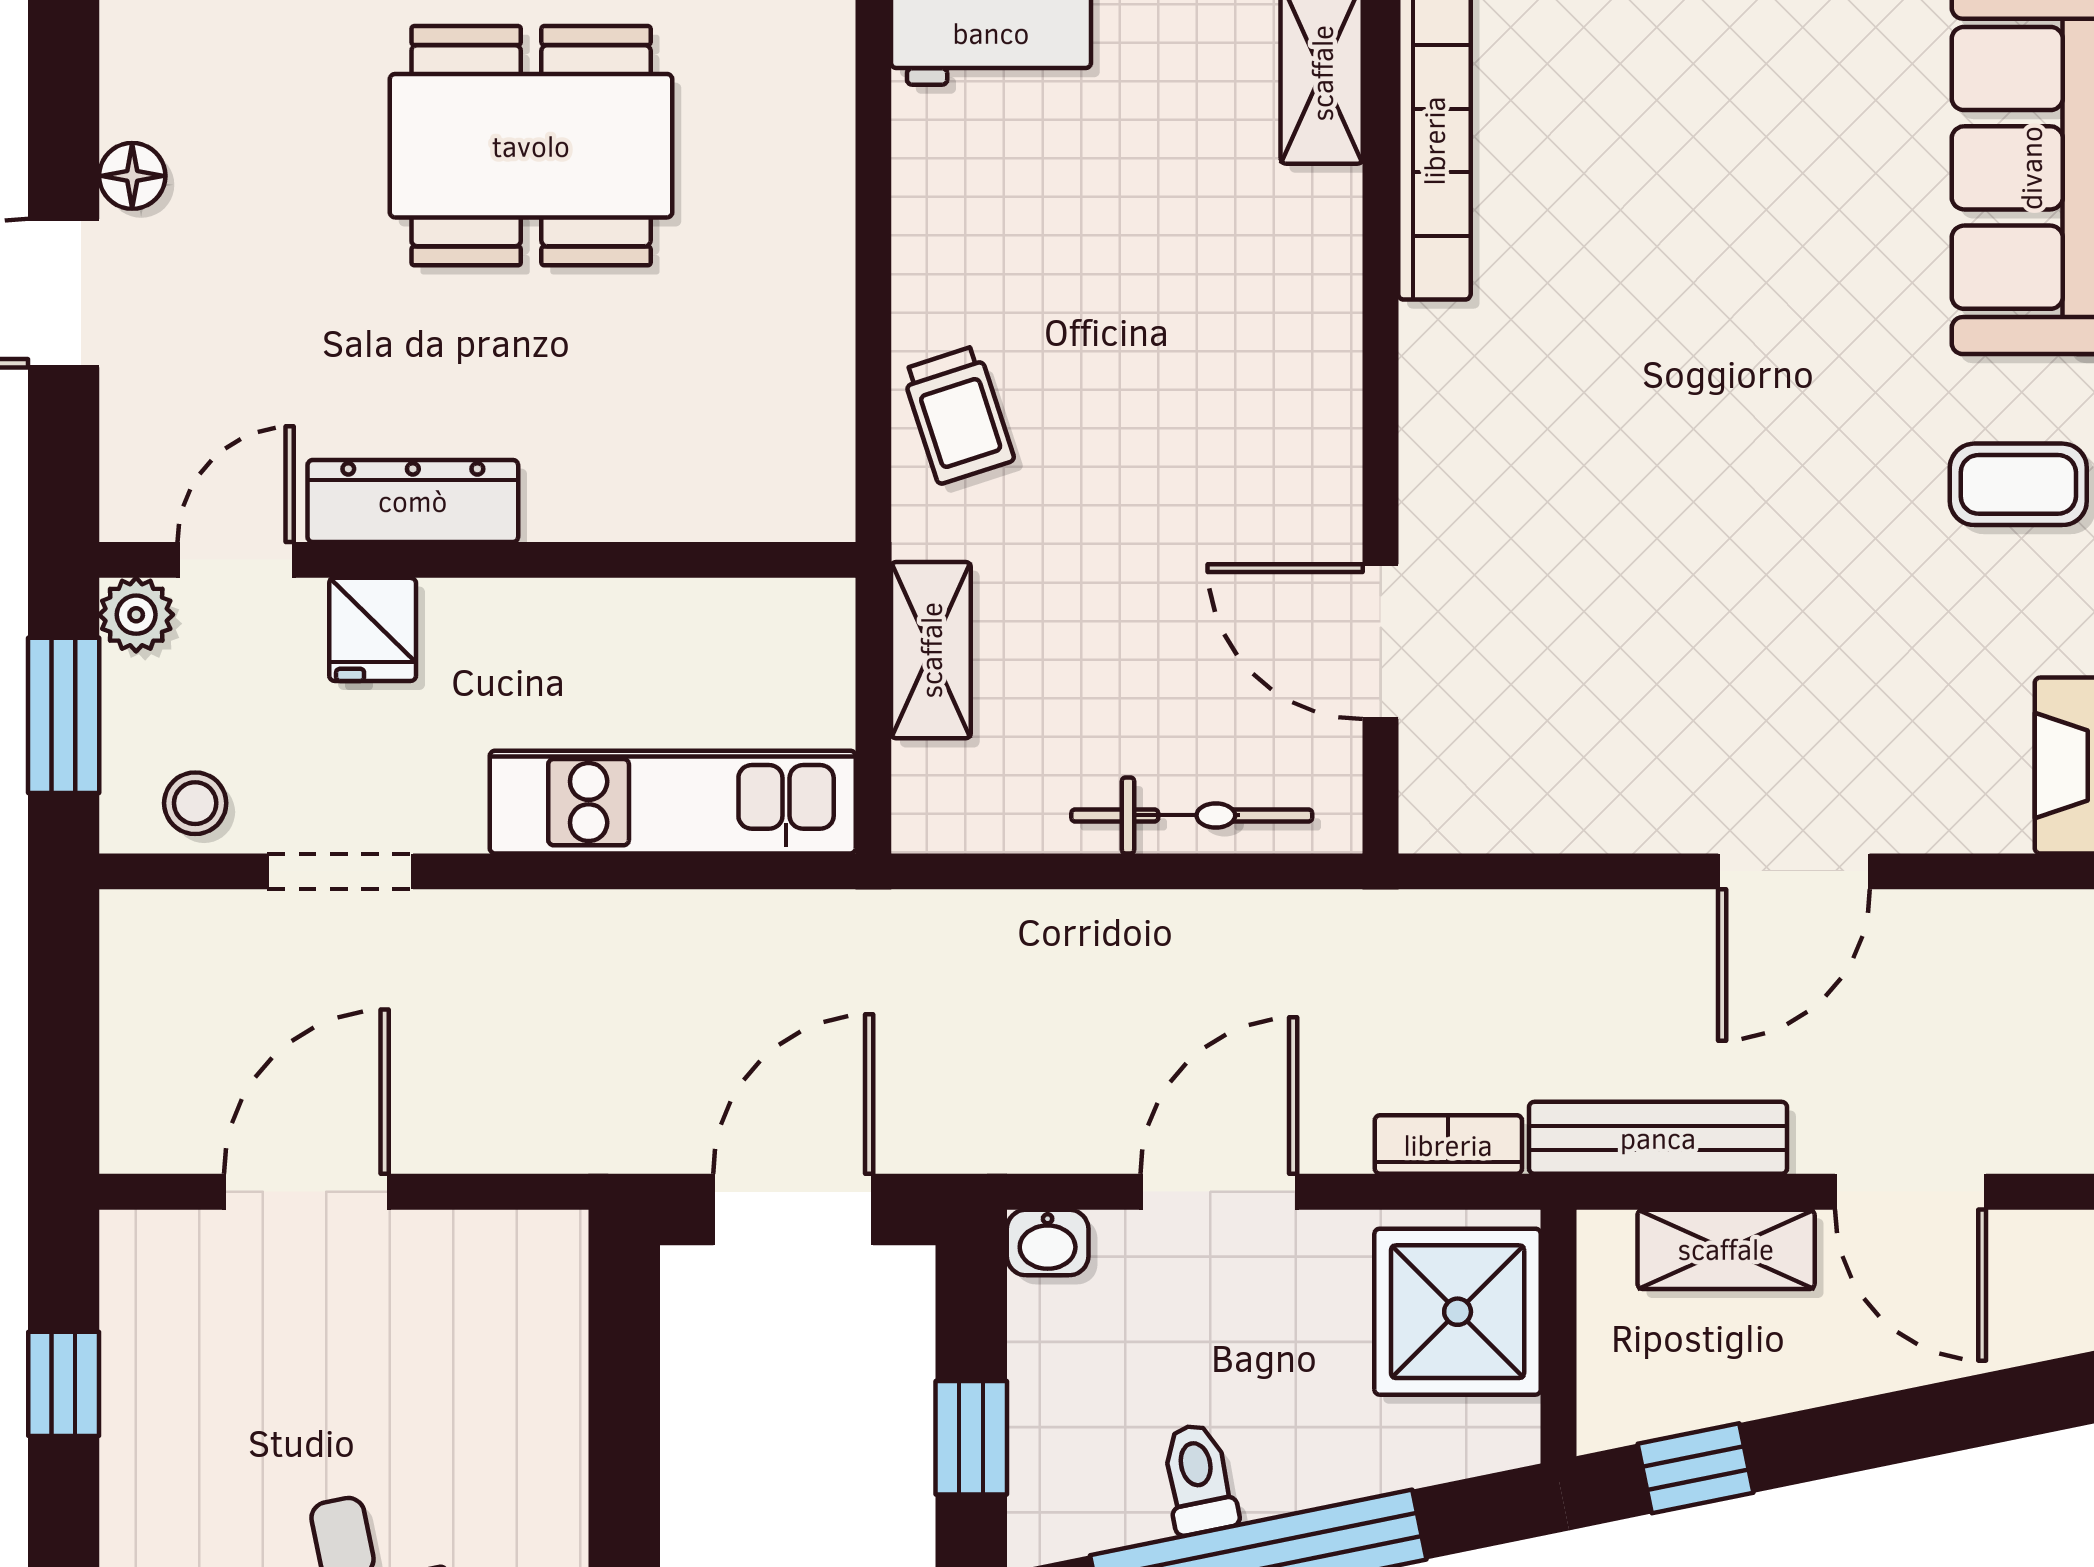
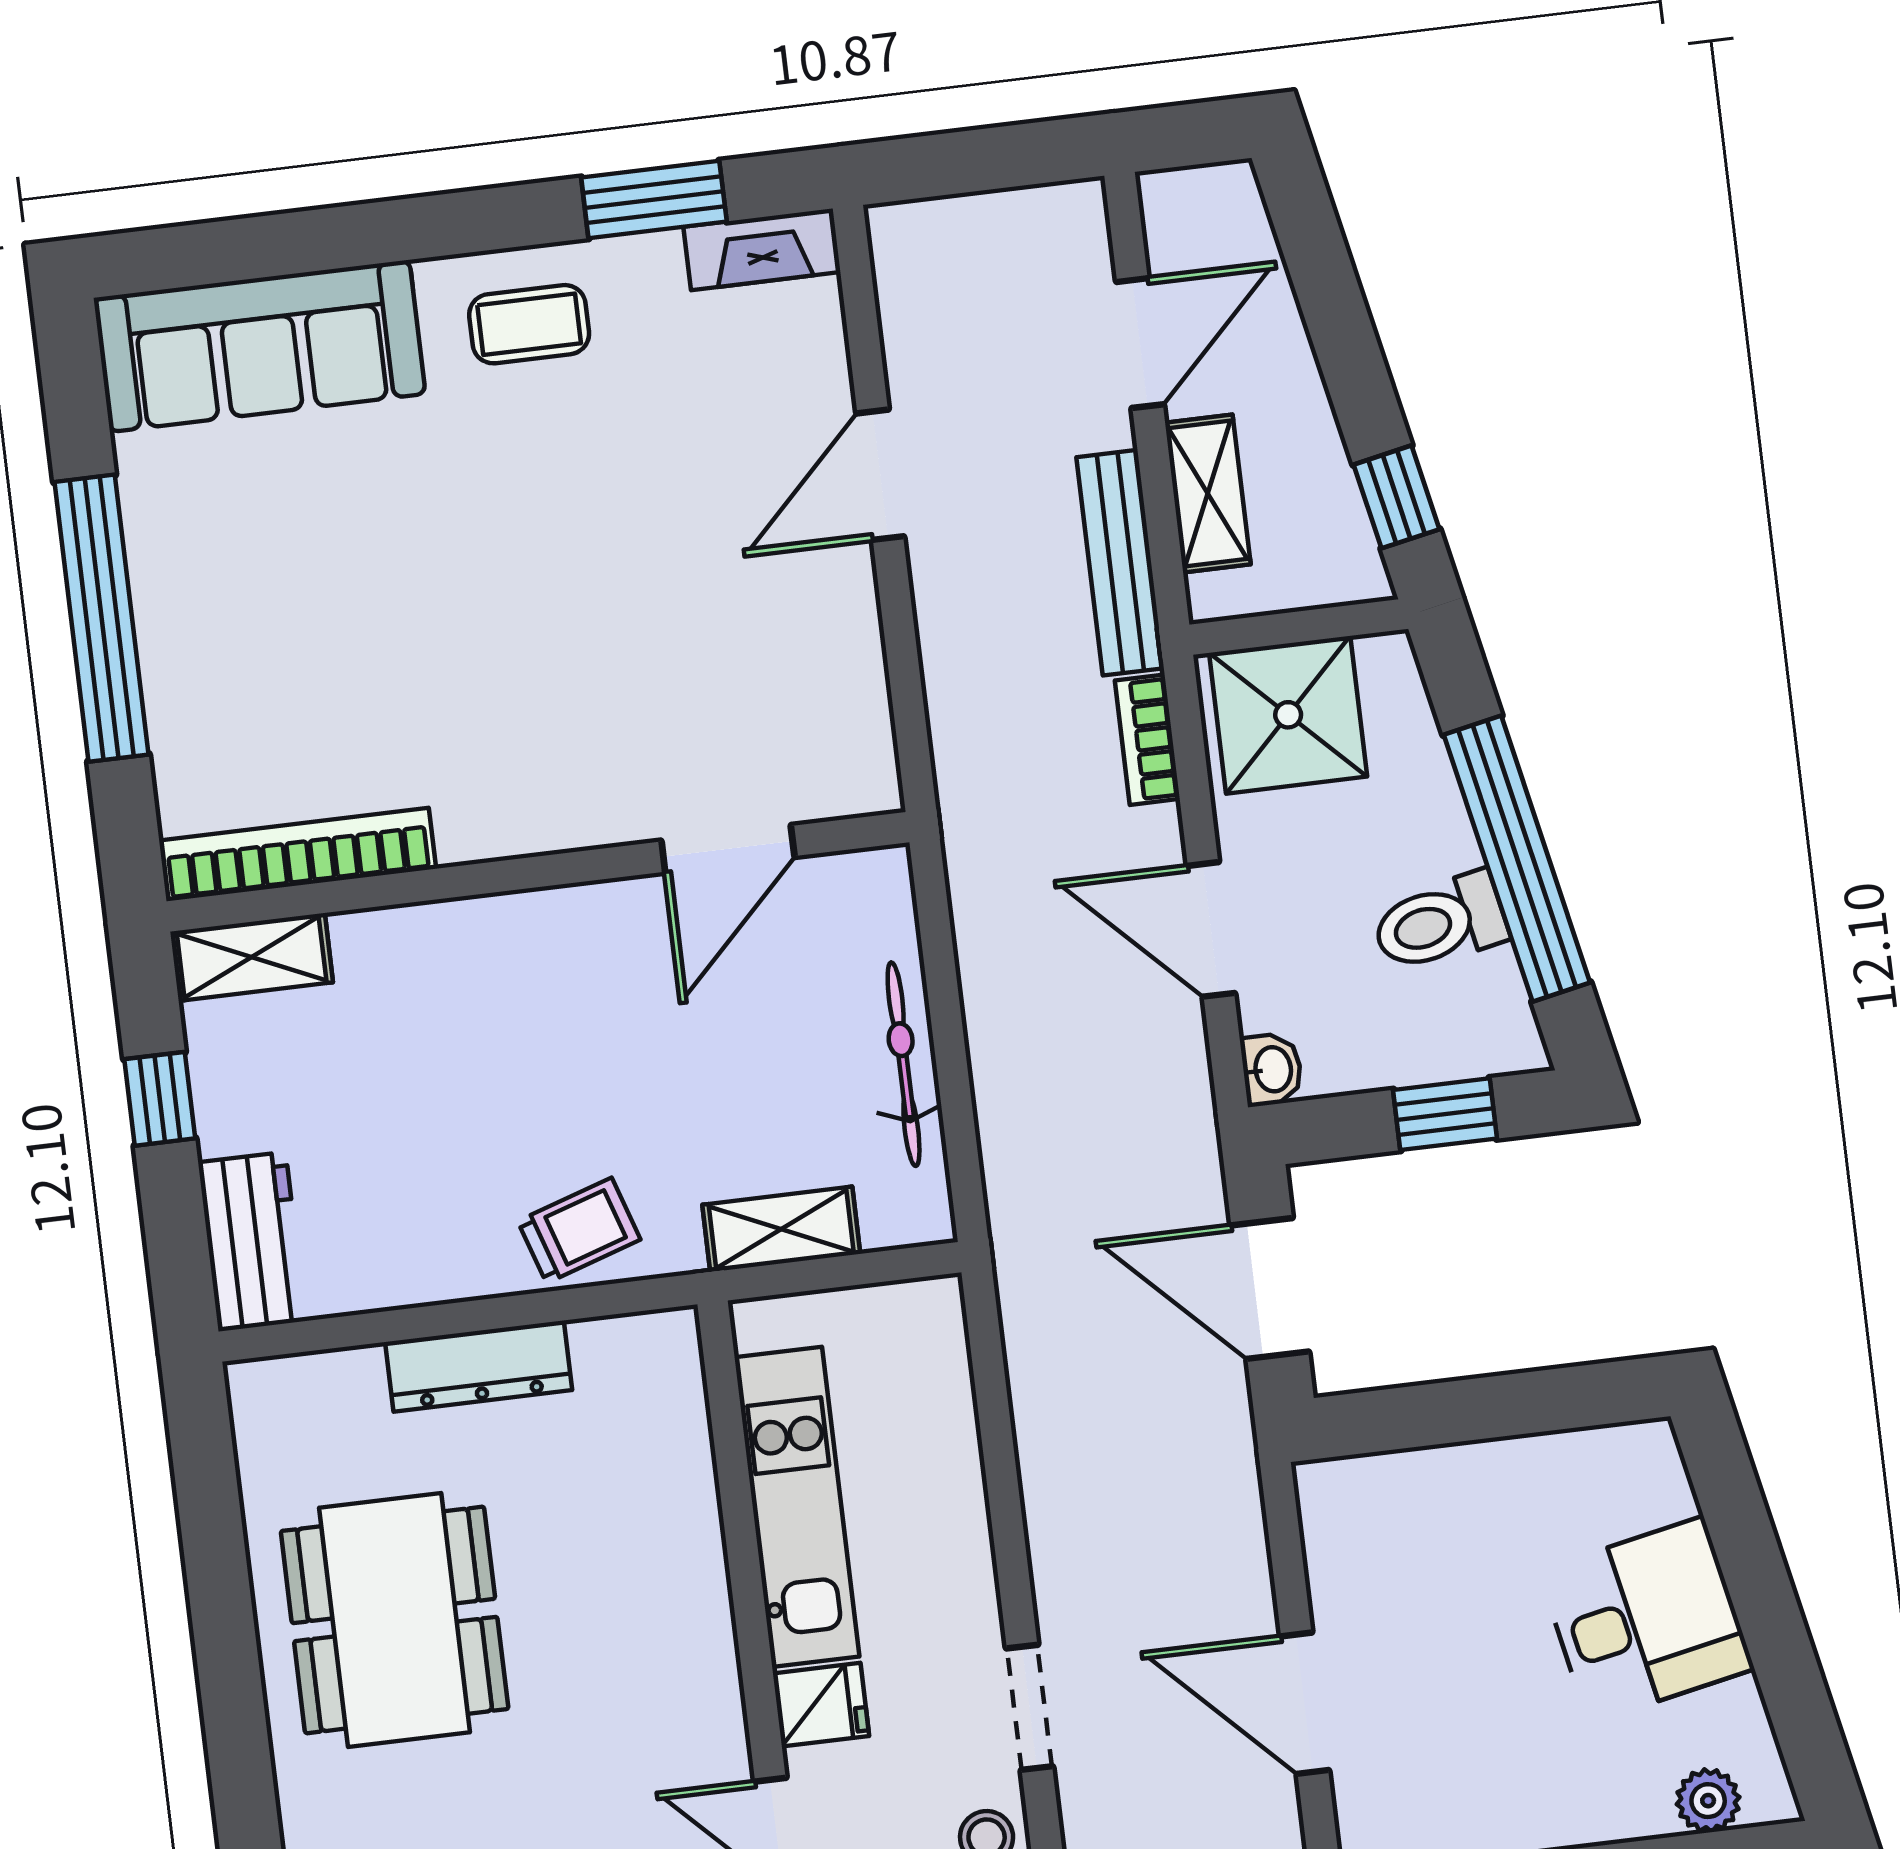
coffee table: (2018, 484) -> (529, 324), turned 90
dresser: (413, 501) -> (479, 1366), moved, turned -90
kitchen unit: (673, 802) -> (797, 1507), moved, turned 180
bicycle: (1192, 815) -> (904, 1064), moved
door: (1794, 871) -> (880, 475), swing flipped
toilet: (1199, 1479) -> (1440, 923), width x1.37, depth x1.39

